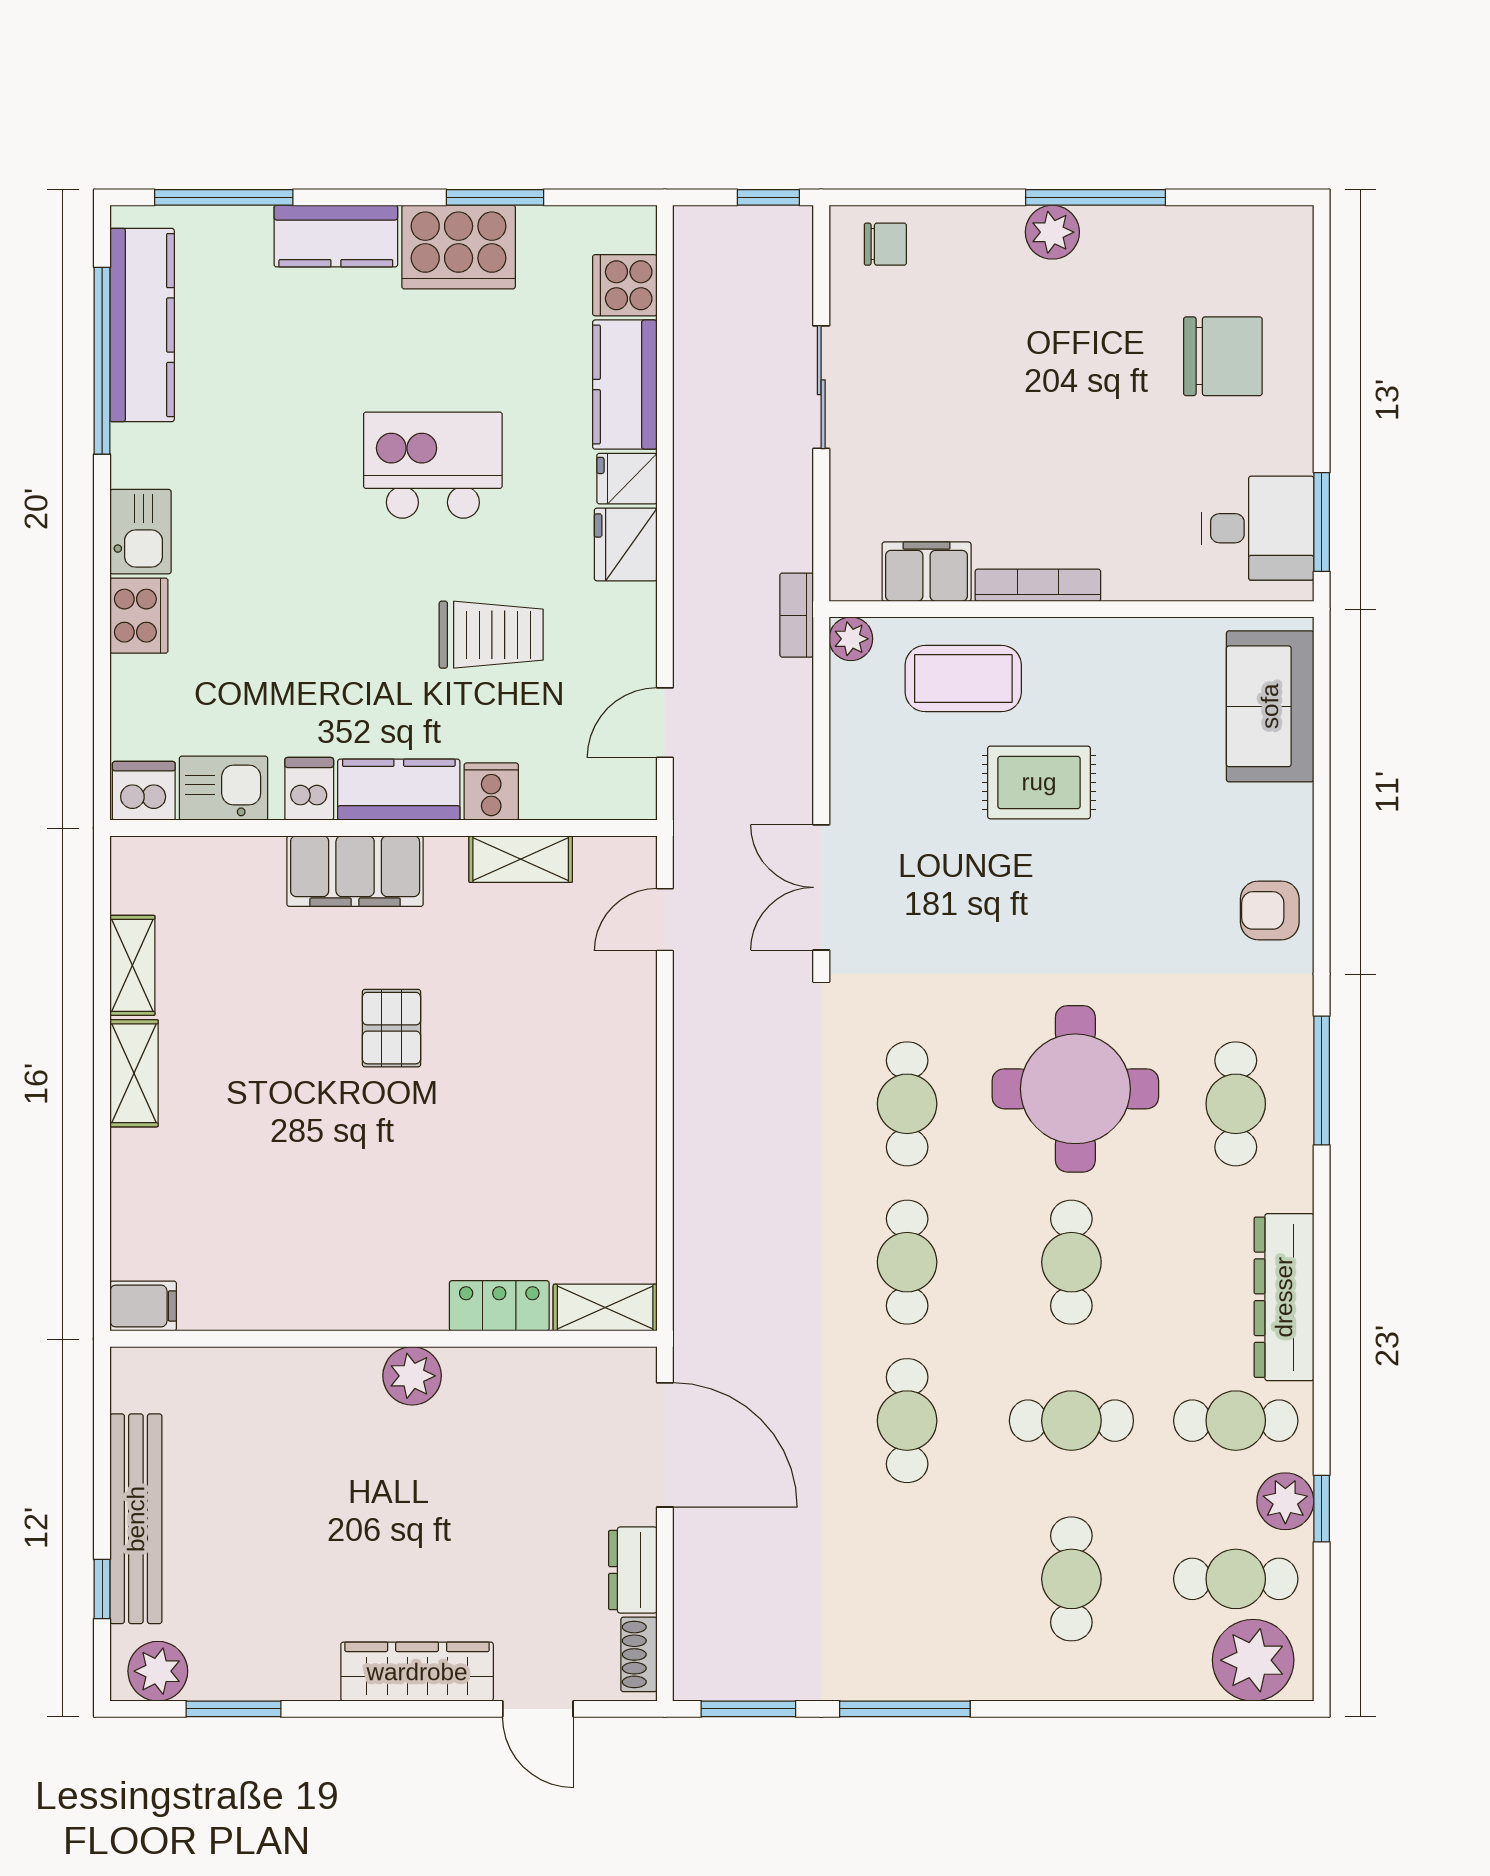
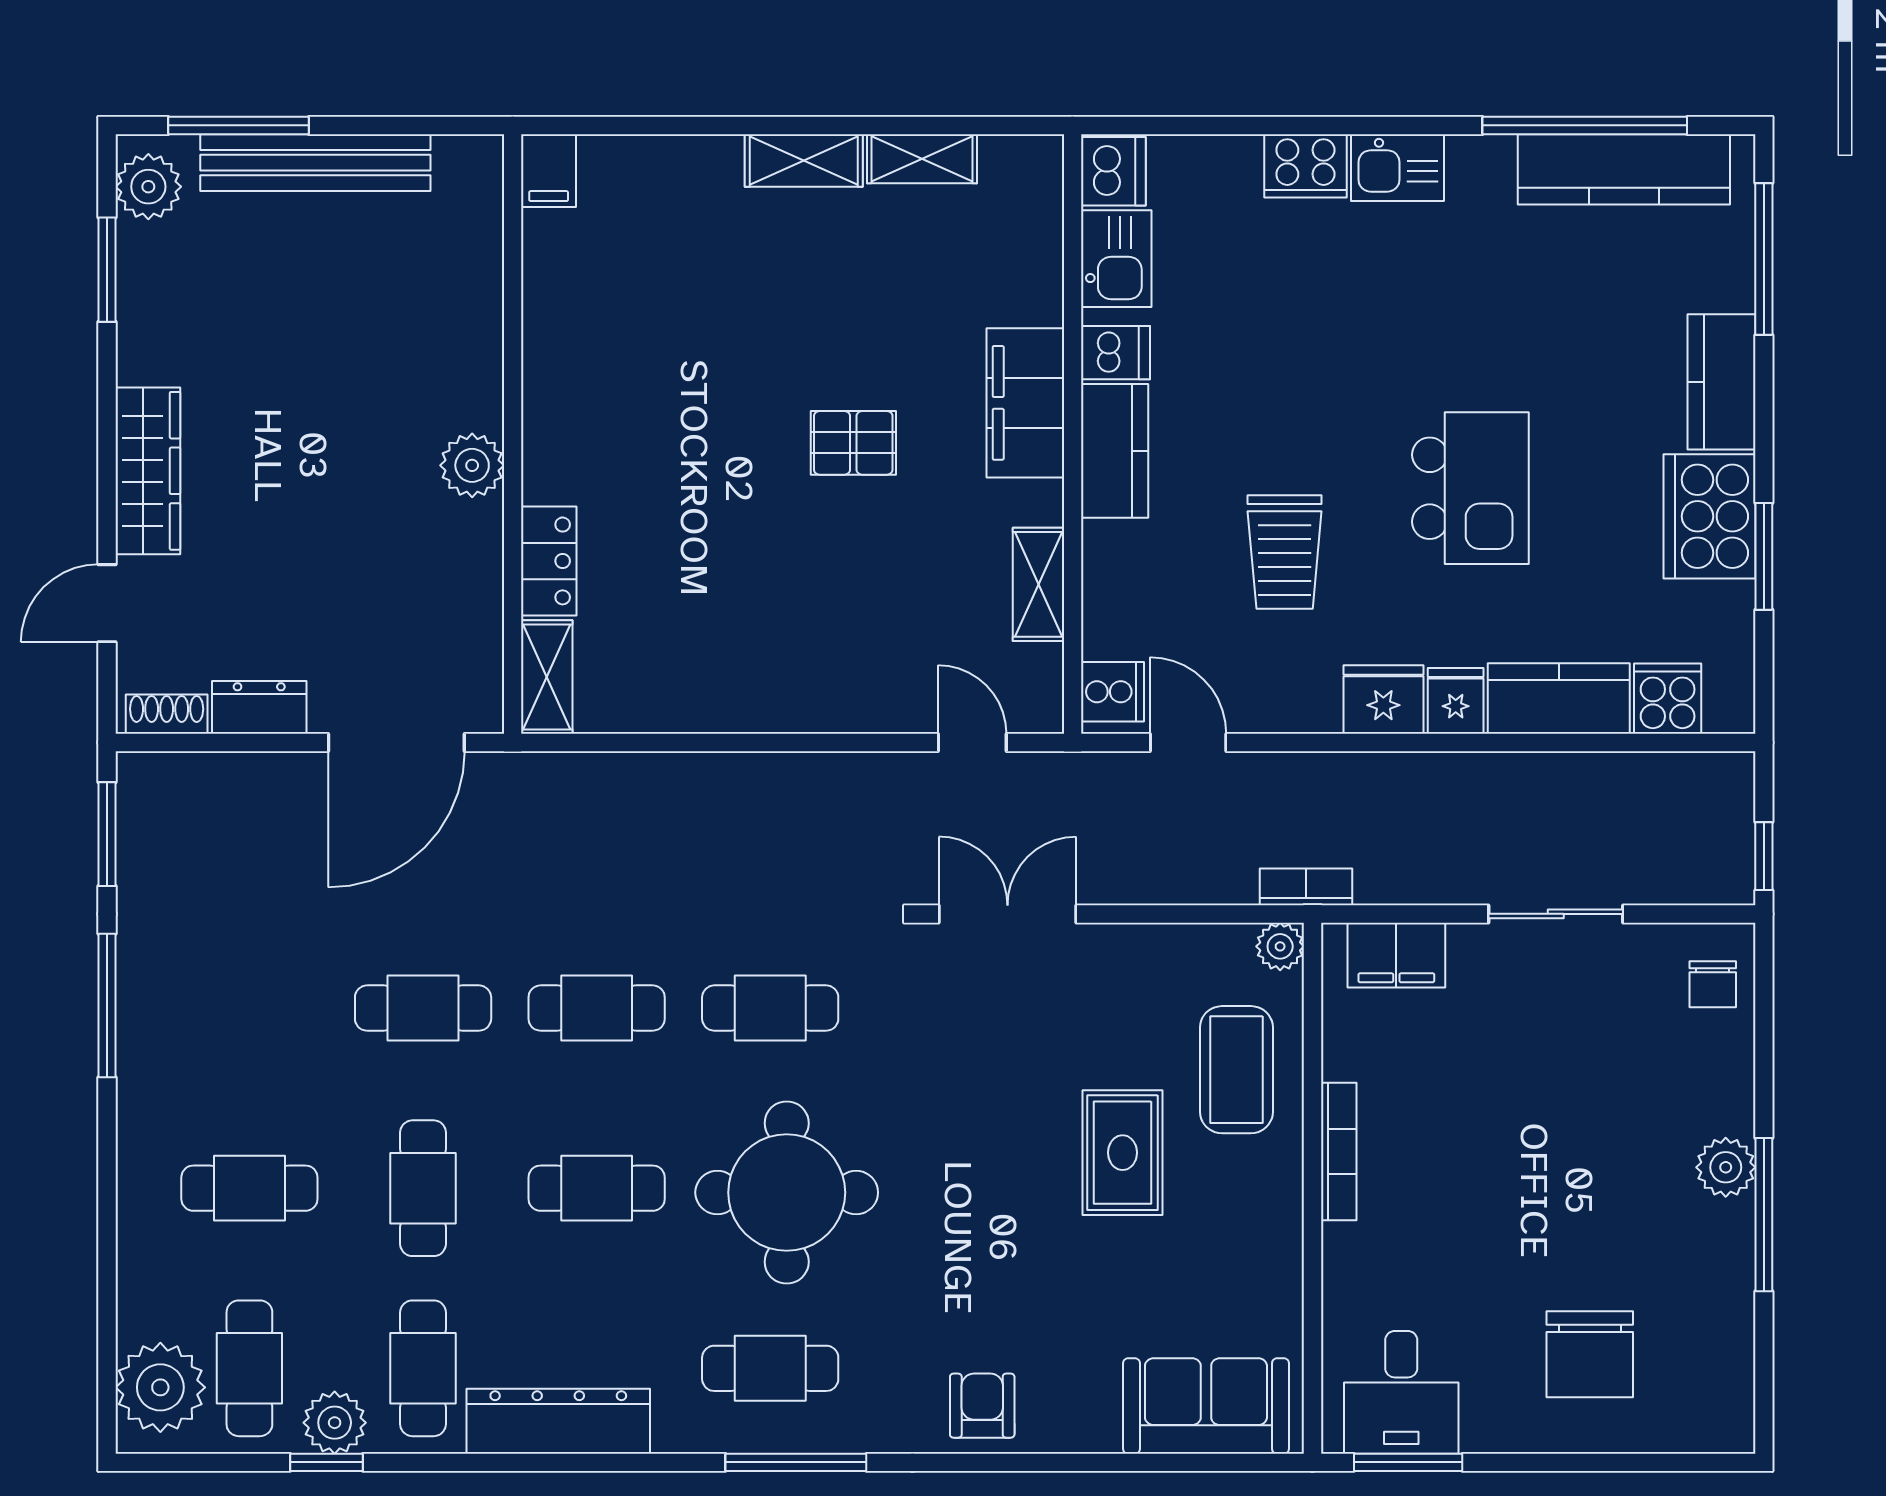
filing cabinet: (927, 572) -> (1396, 955), moved, turned 90
cooker: (491, 792) -> (1113, 692), moved
window: (102, 1589) -> (238, 125), width x2.17

